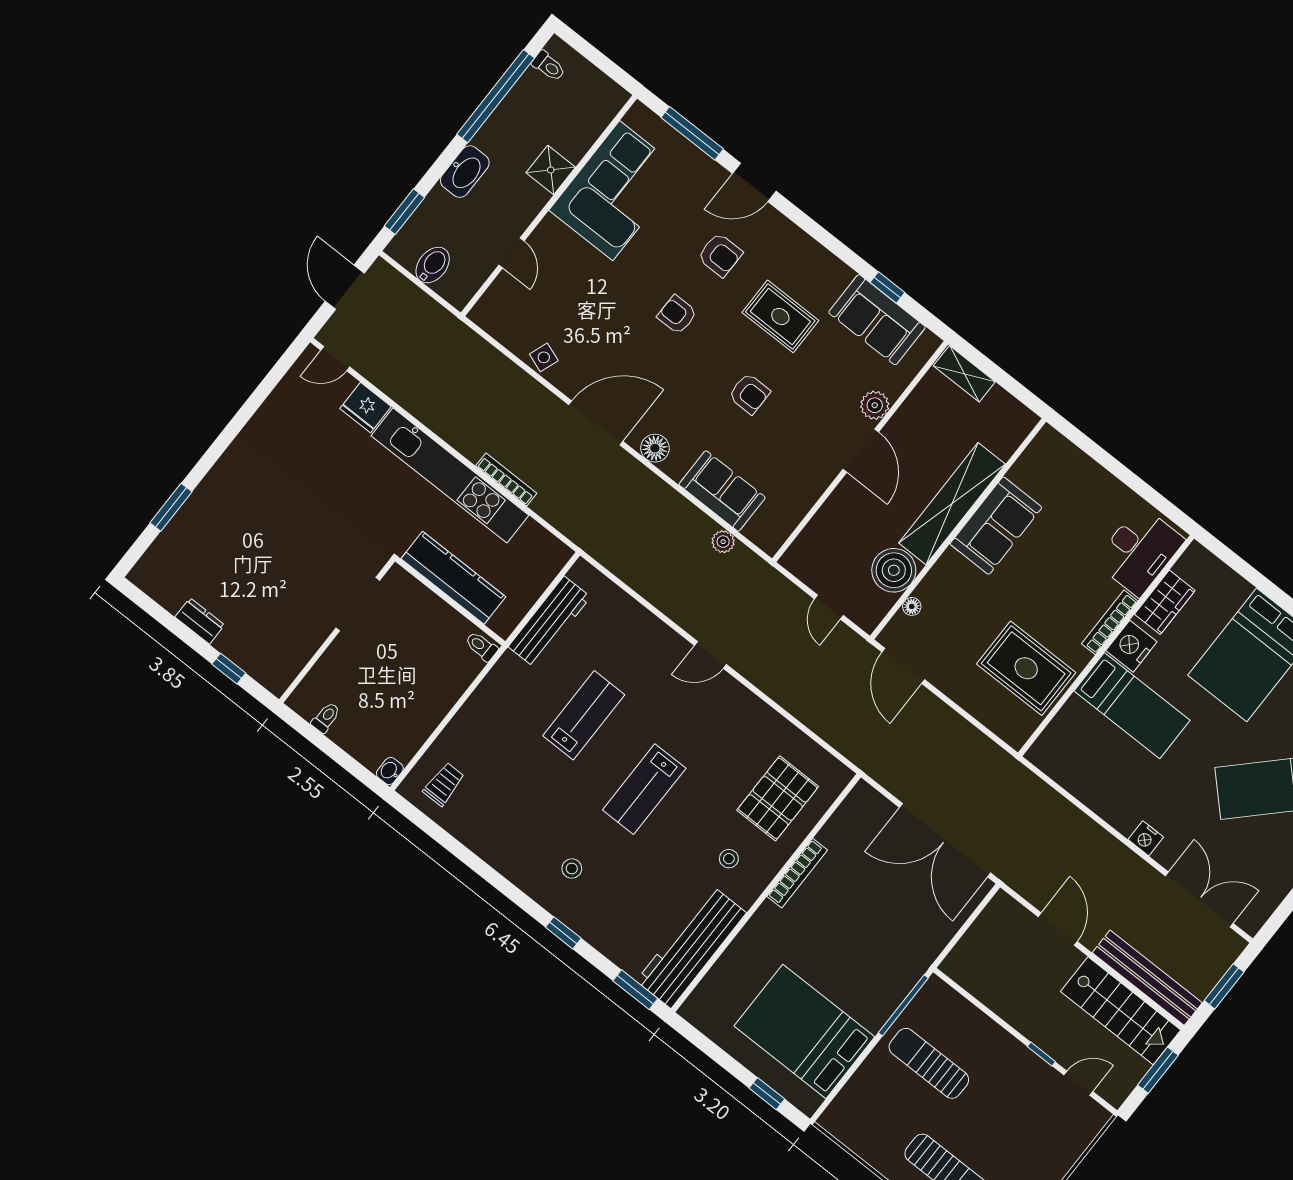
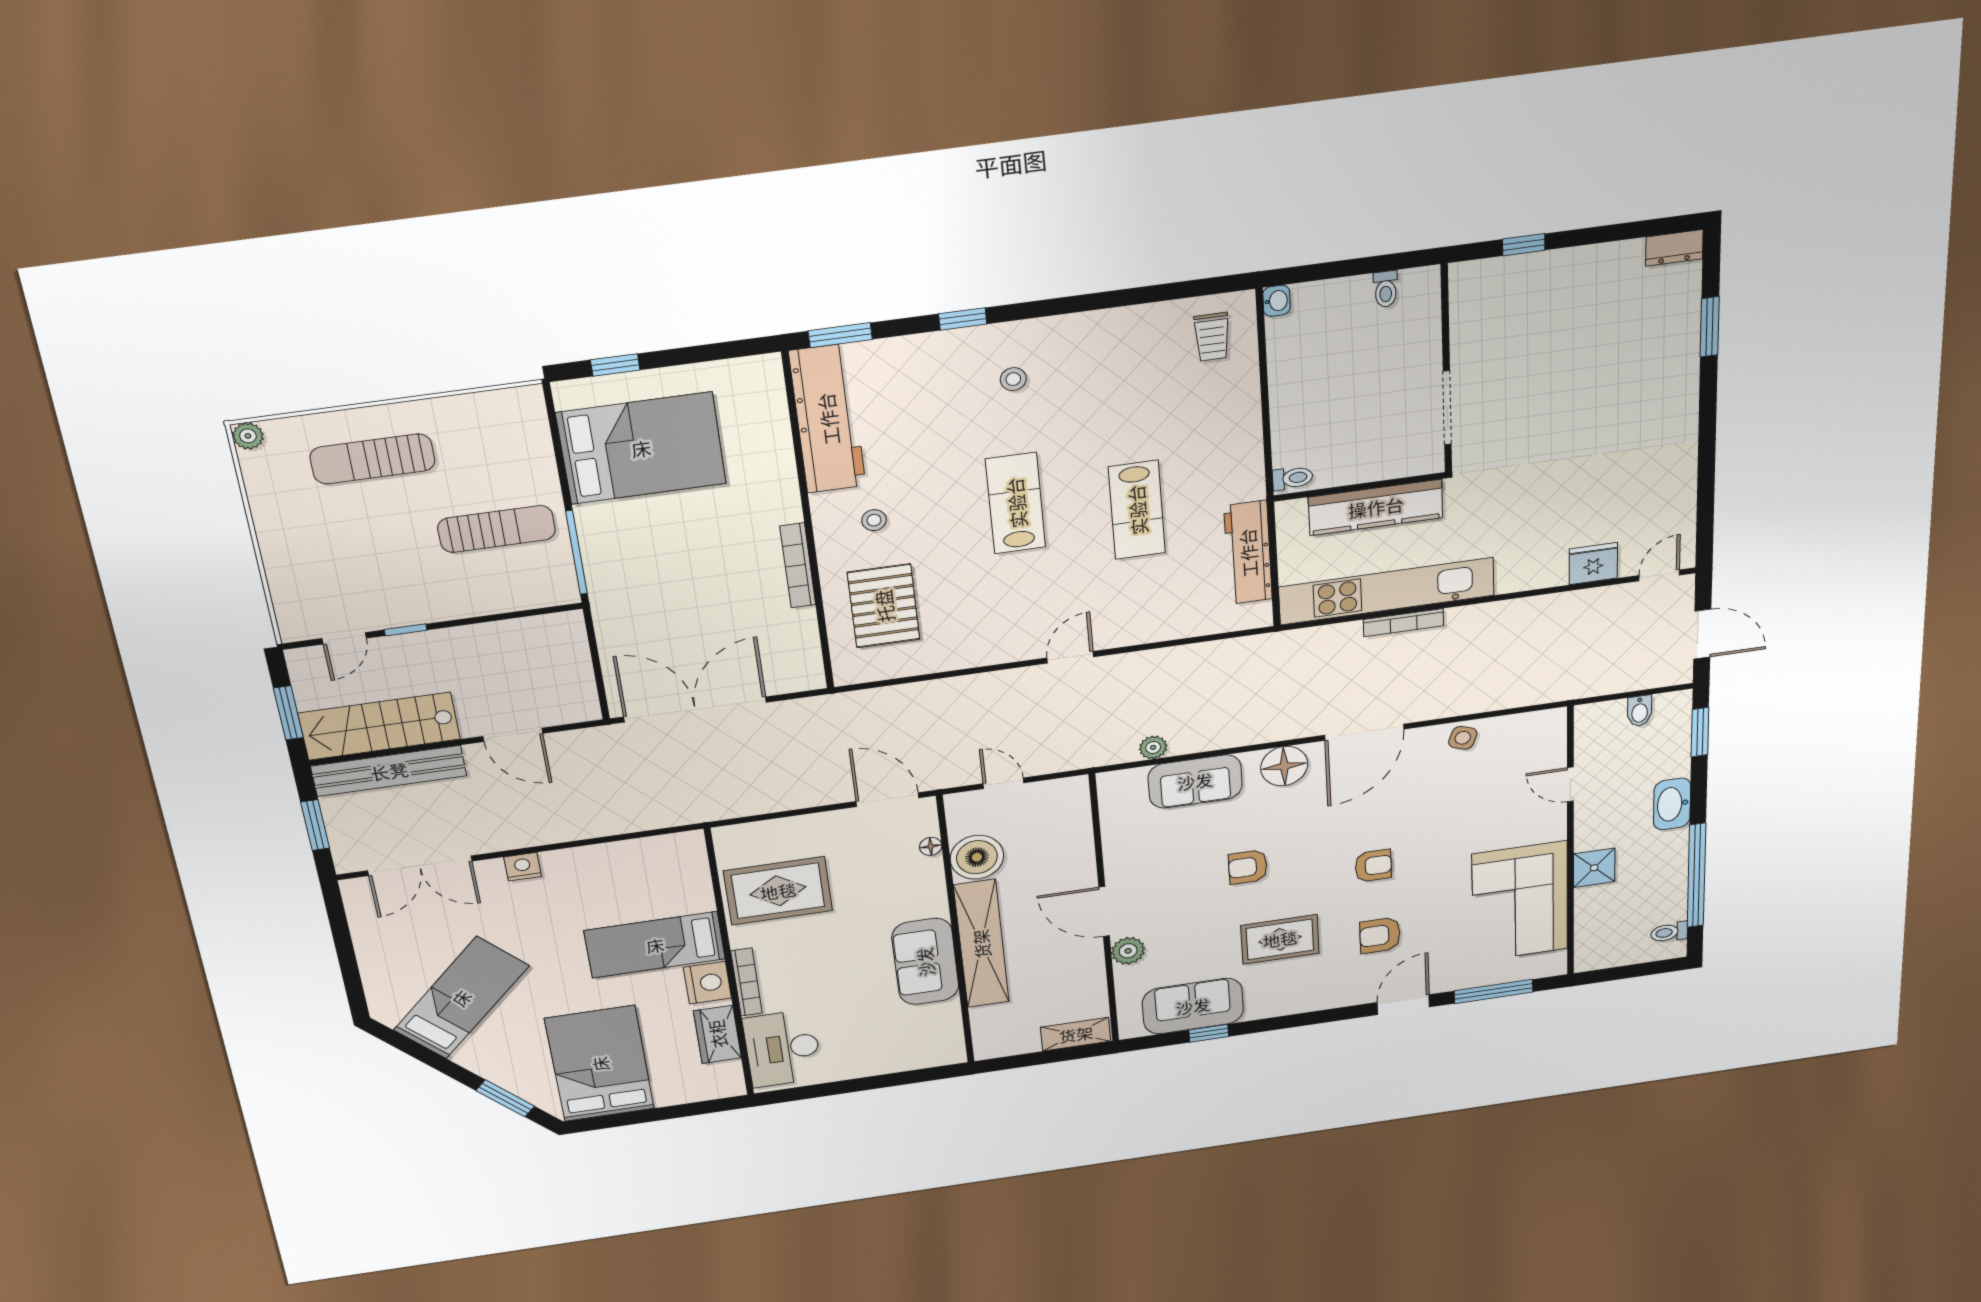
bidet: (433, 265) -> (1640, 711), width x0.72, depth x0.74
floor lamp: (655, 448) -> (1284, 766), width x1.38, depth x1.38
kitchen unit: (450, 475) -> (1387, 591), moved
dresser: (200, 621) -> (1674, 248), moved

